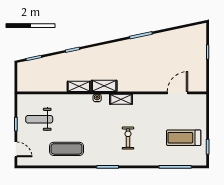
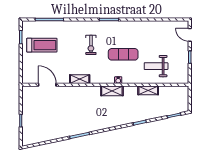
shelving: (79, 86) -> (148, 90), moved
door: (177, 93) -> (47, 85), swing flipped
shelving: (121, 99) -> (80, 79), moved
weight bench: (39, 119) -> (156, 66), moved, turned 180
exercise mat: (67, 149) -> (123, 54), moved

